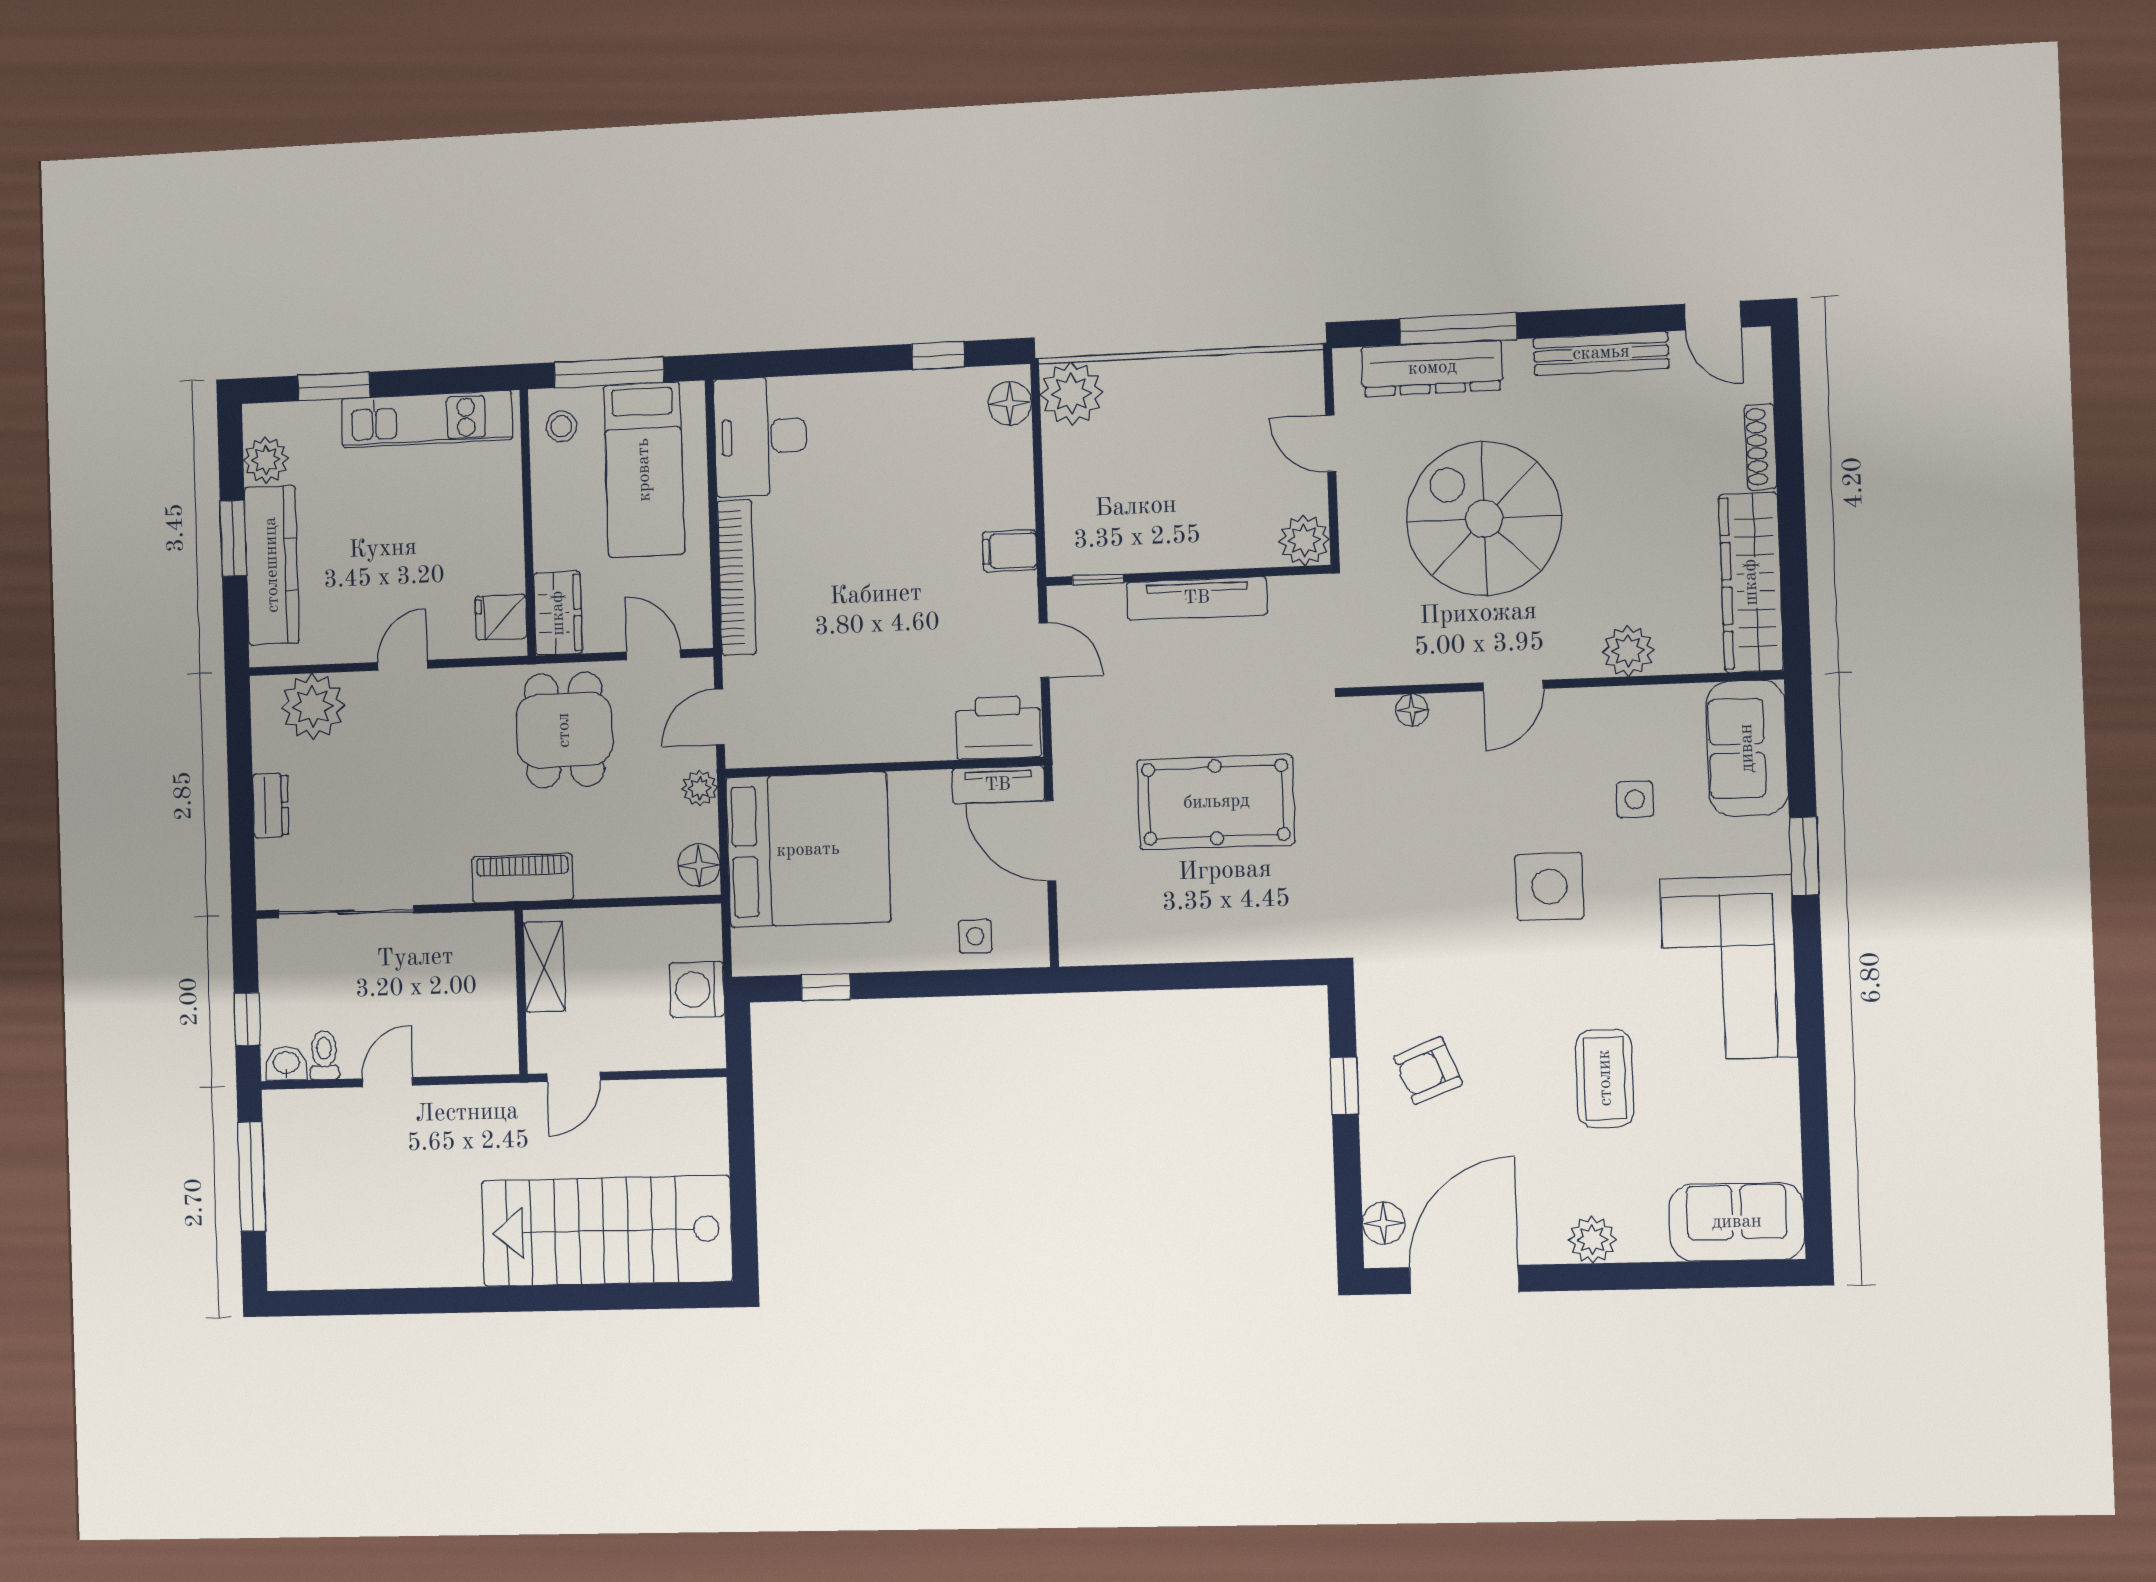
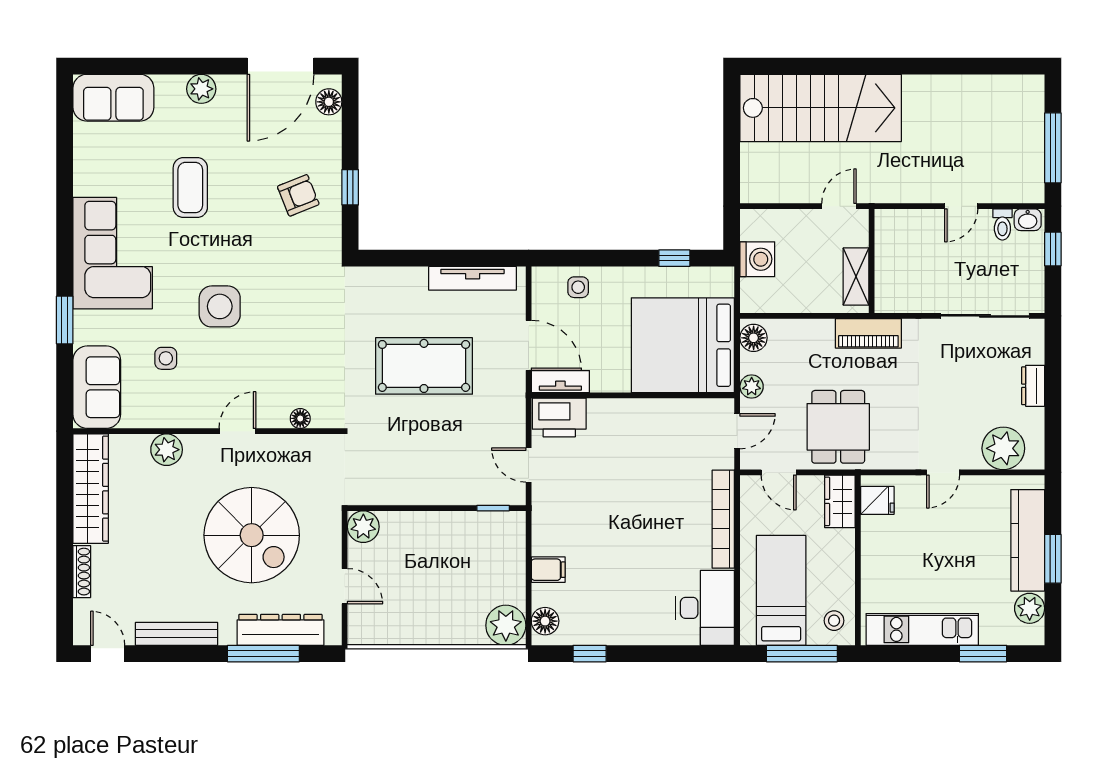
filing cabinet: (1010, 551) -> (548, 570), moved
tv unit: (1197, 598) -> (473, 278), moved, turned 180

